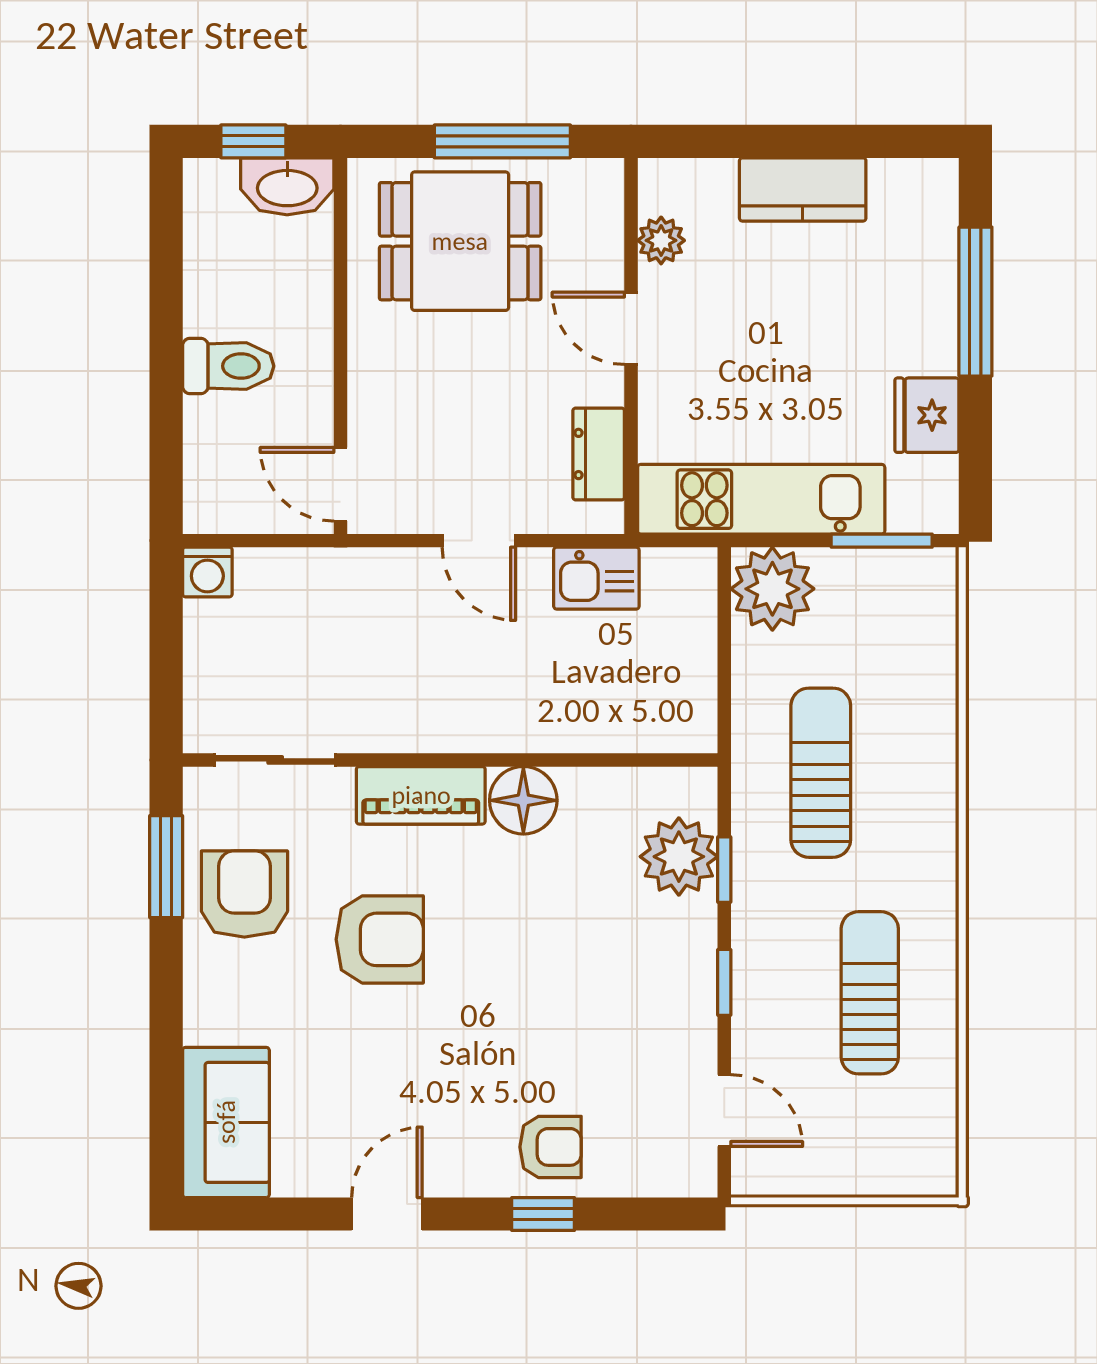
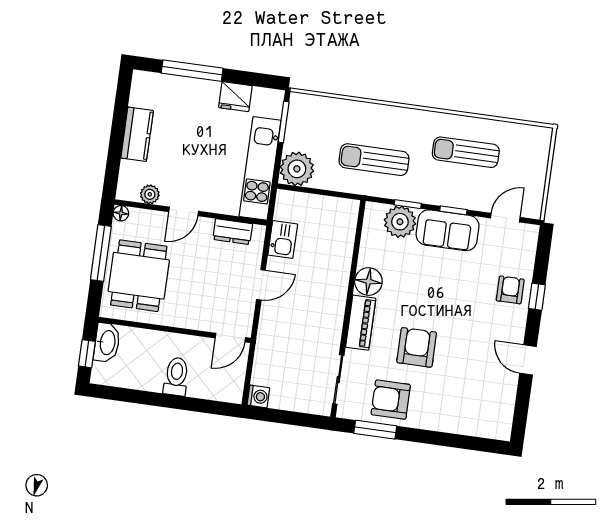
floor lamp: (606, 177) -> (121, 213), added
sofa: (226, 1122) -> (448, 230), moved, turned 180

